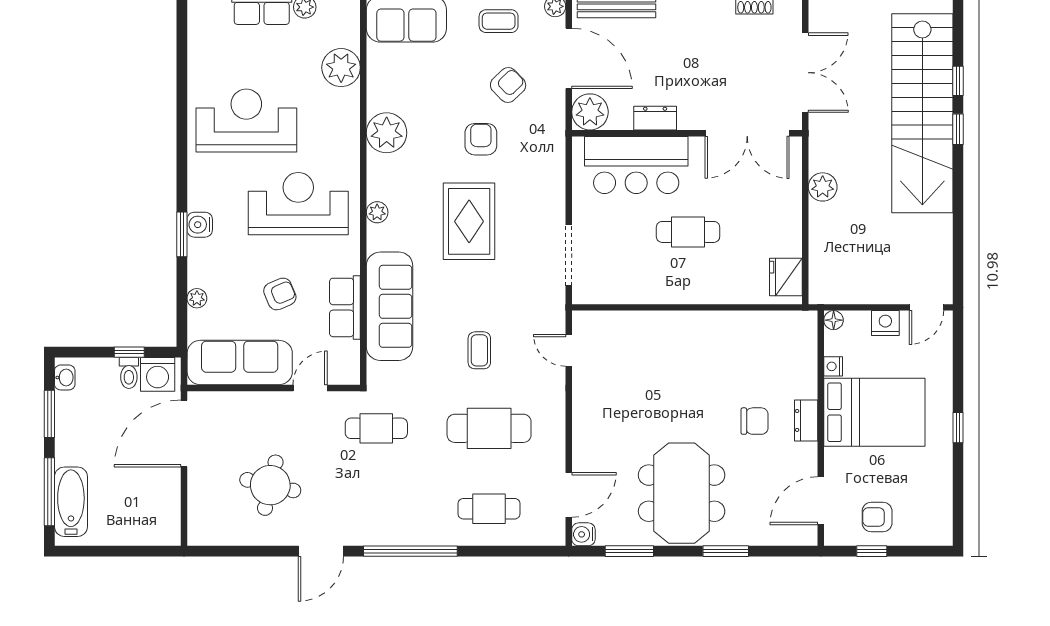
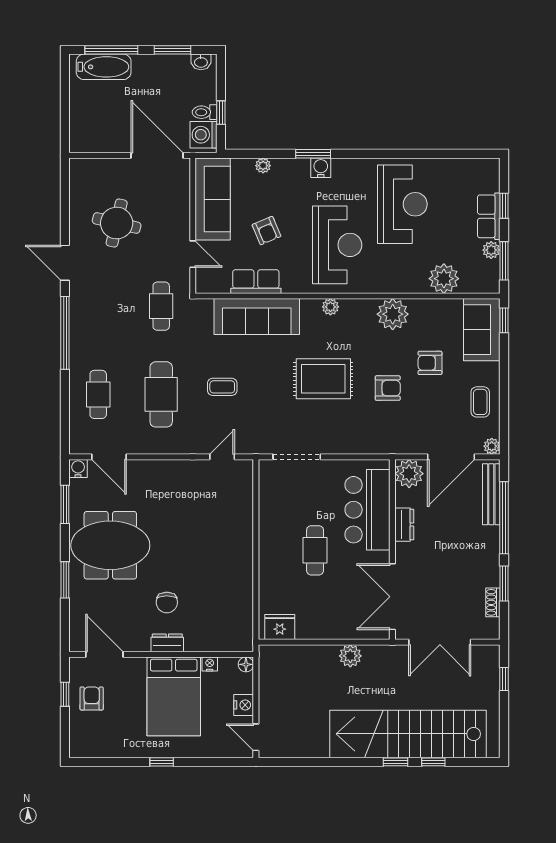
armchair: (508, 85) -> (430, 363), moved, turned 134

